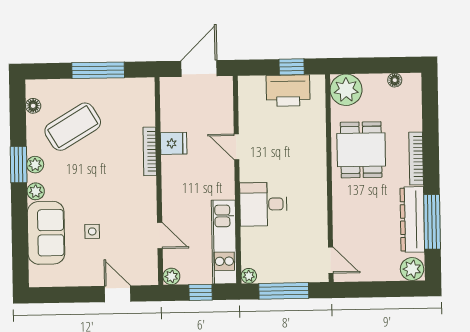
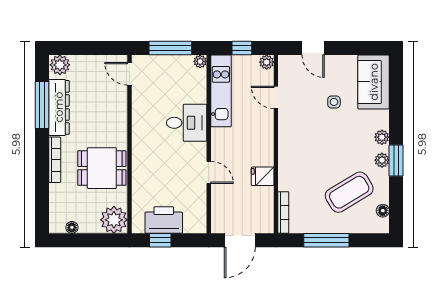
dining table: (361, 150) -> (102, 168), turned 90
bookcase: (150, 151) -> (283, 212), moved
sofa: (46, 233) -> (374, 82), moved

